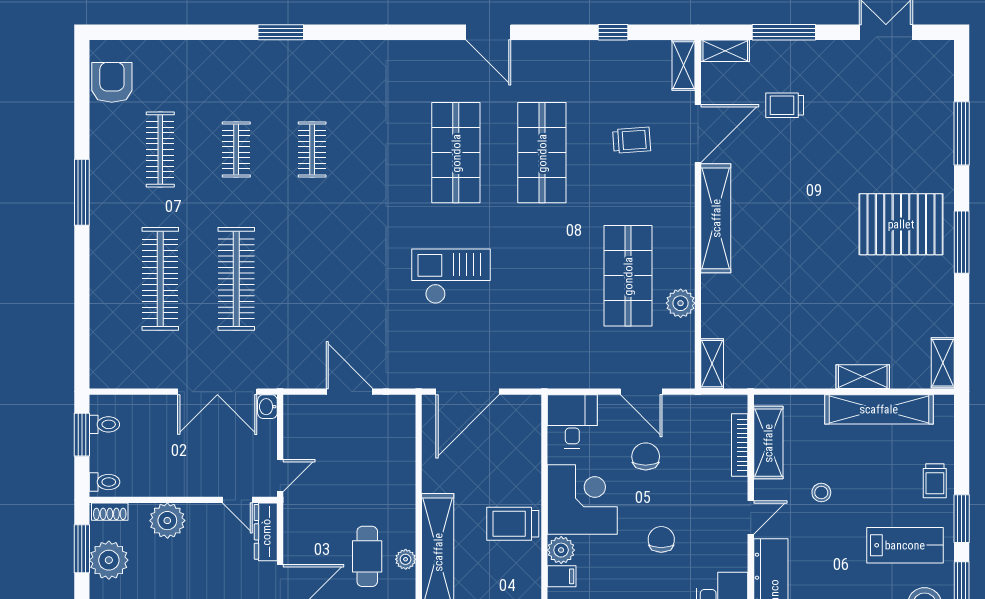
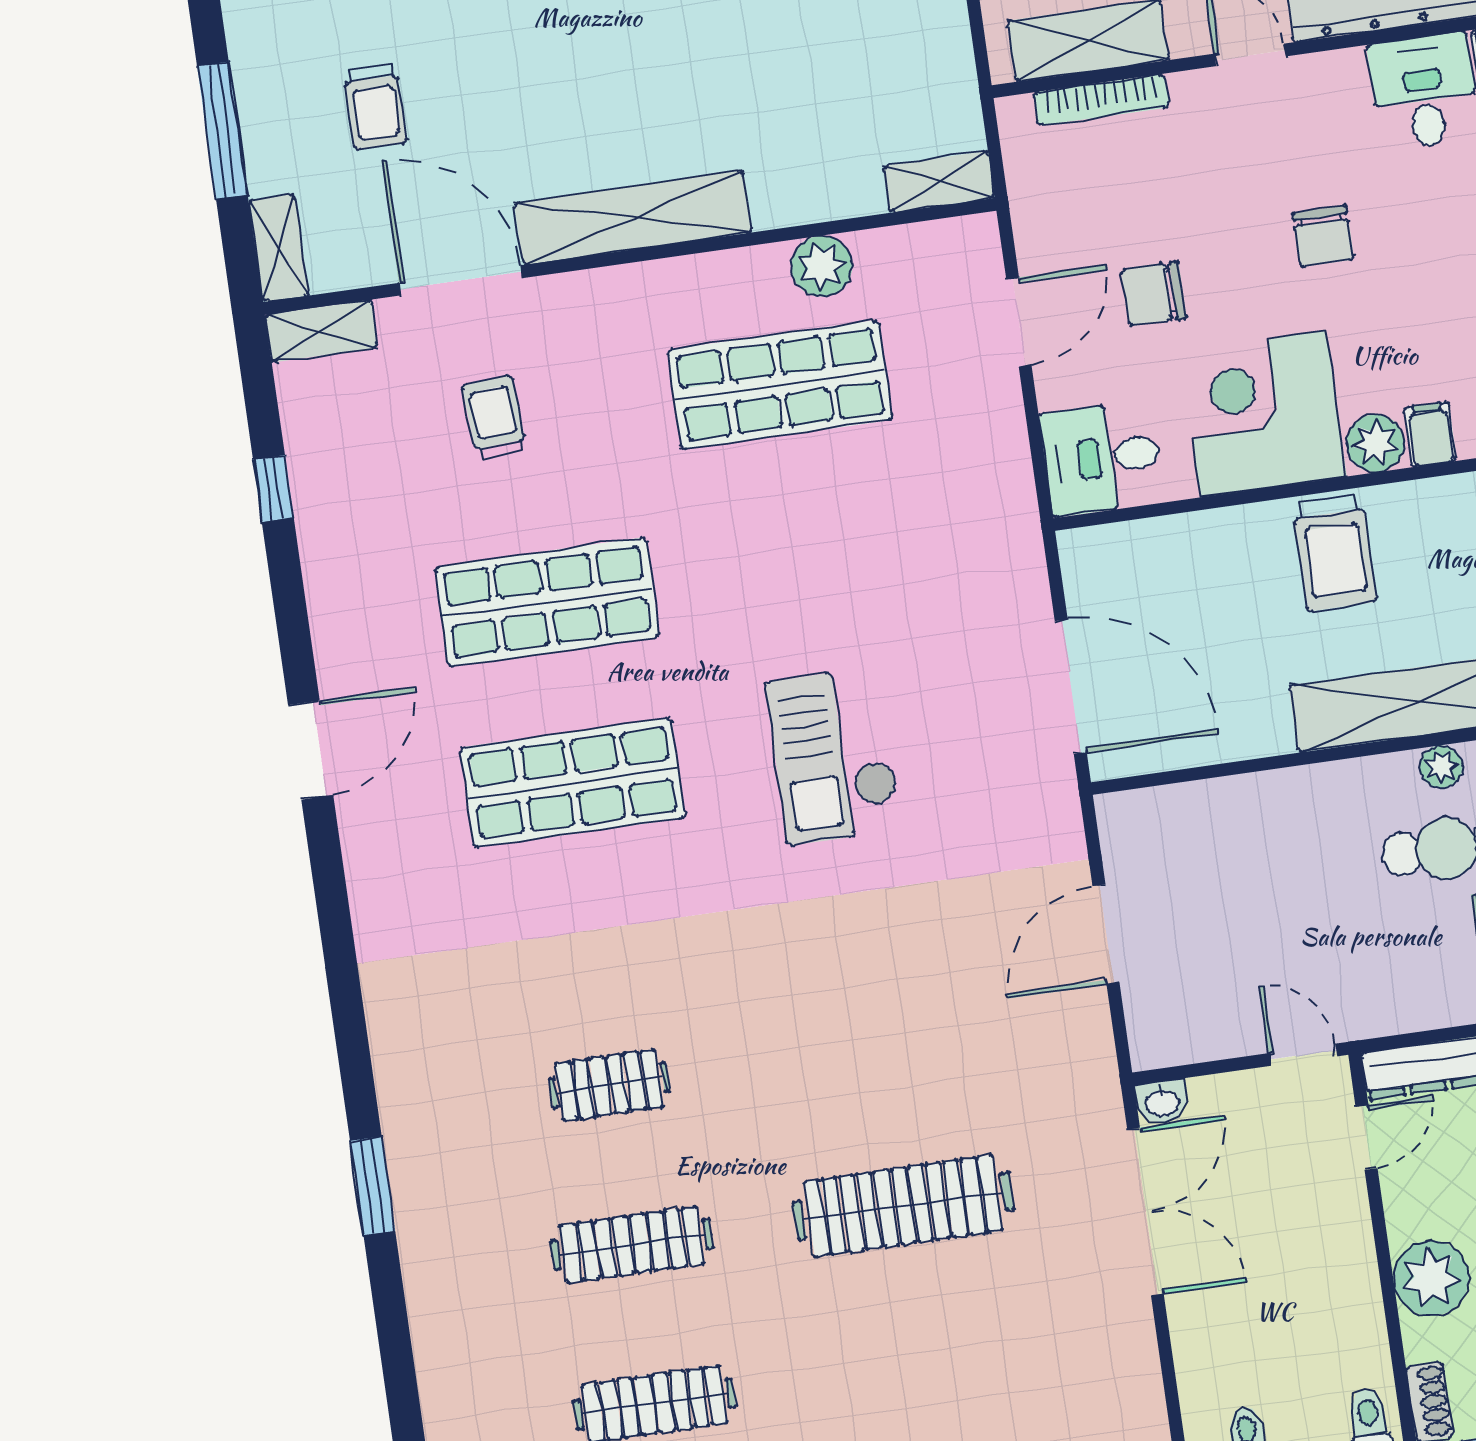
clothes rail: (236, 150) -> (632, 1245), width x1.36
clothes rail: (160, 279) -> (926, 1365), removed
chair: (661, 539) -> (1323, 236), turned -90

